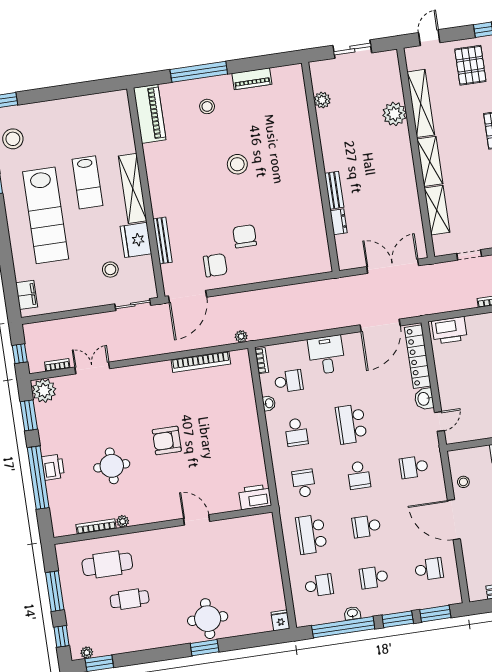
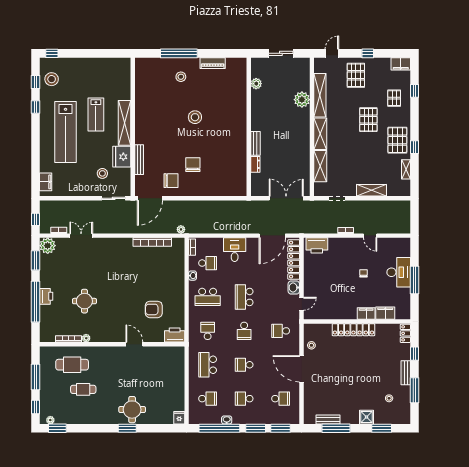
piano: (150, 114) -> (143, 76), removed
school desk: (296, 432) -> (208, 297), width x1.85
armchair: (167, 440) -> (154, 309), moved

